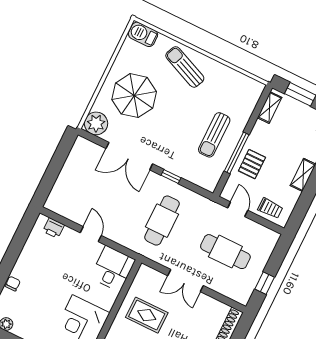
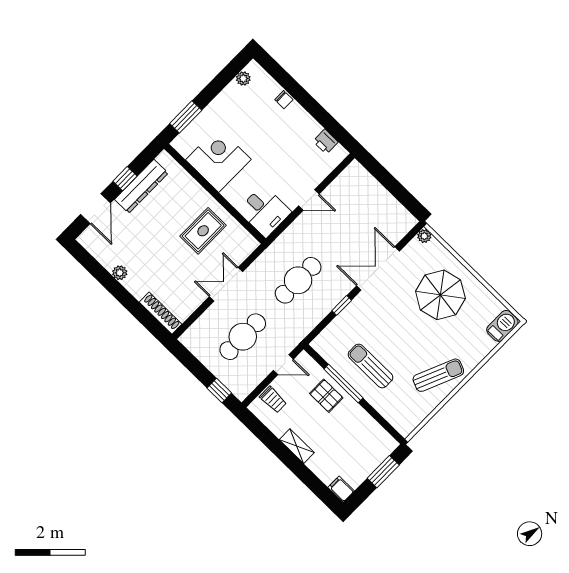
sun lounger: (185, 67) -> (438, 375), moved
shelving: (270, 108) -> (380, 434), removed
plant: (96, 123) -> (424, 236), width x0.53, depth x0.53
trolley: (270, 208) -> (273, 400), turned -90
cafe table: (162, 221) -> (298, 280), turned 90
printer: (54, 228) -> (326, 142), moved, turned -90
window: (265, 283) -> (219, 391), moved

